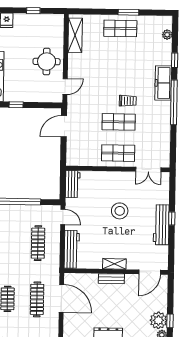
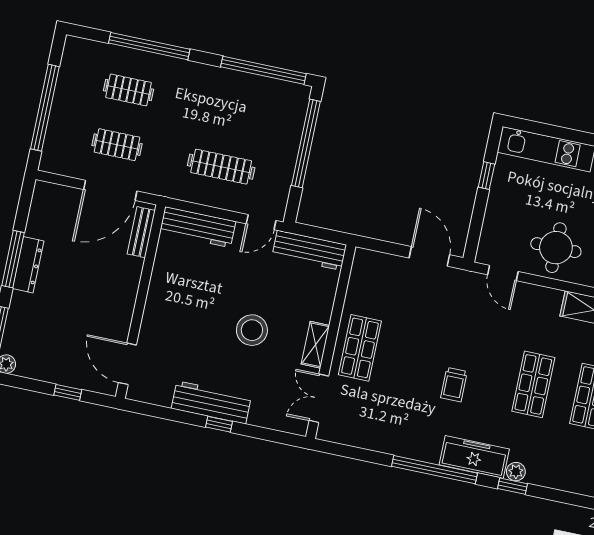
plant: (167, 35) -> (516, 472), moved
shop shelf: (119, 122) -> (533, 384), moved
workbench: (73, 184) -> (309, 250), width x1.38
shelving: (114, 264) -> (315, 345), moved
bench: (111, 279) -> (141, 232), moved
clothes rail: (37, 299) -> (117, 145), width x0.73
plant: (158, 320) -> (34, 363), removed
window: (170, 321) -> (68, 392), moved

